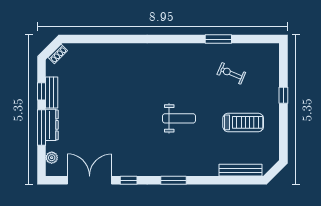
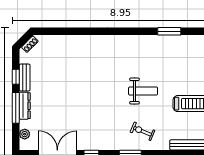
exercise bike: (231, 73) -> (142, 131), moved
weight bench: (179, 118) -> (143, 91), moved

